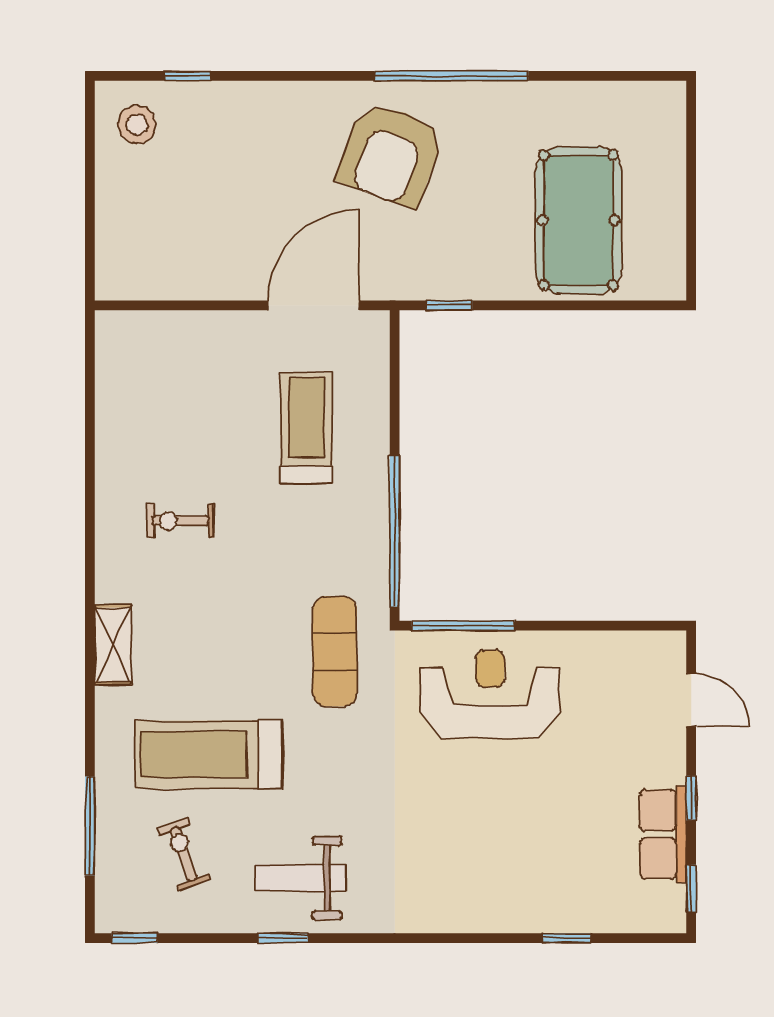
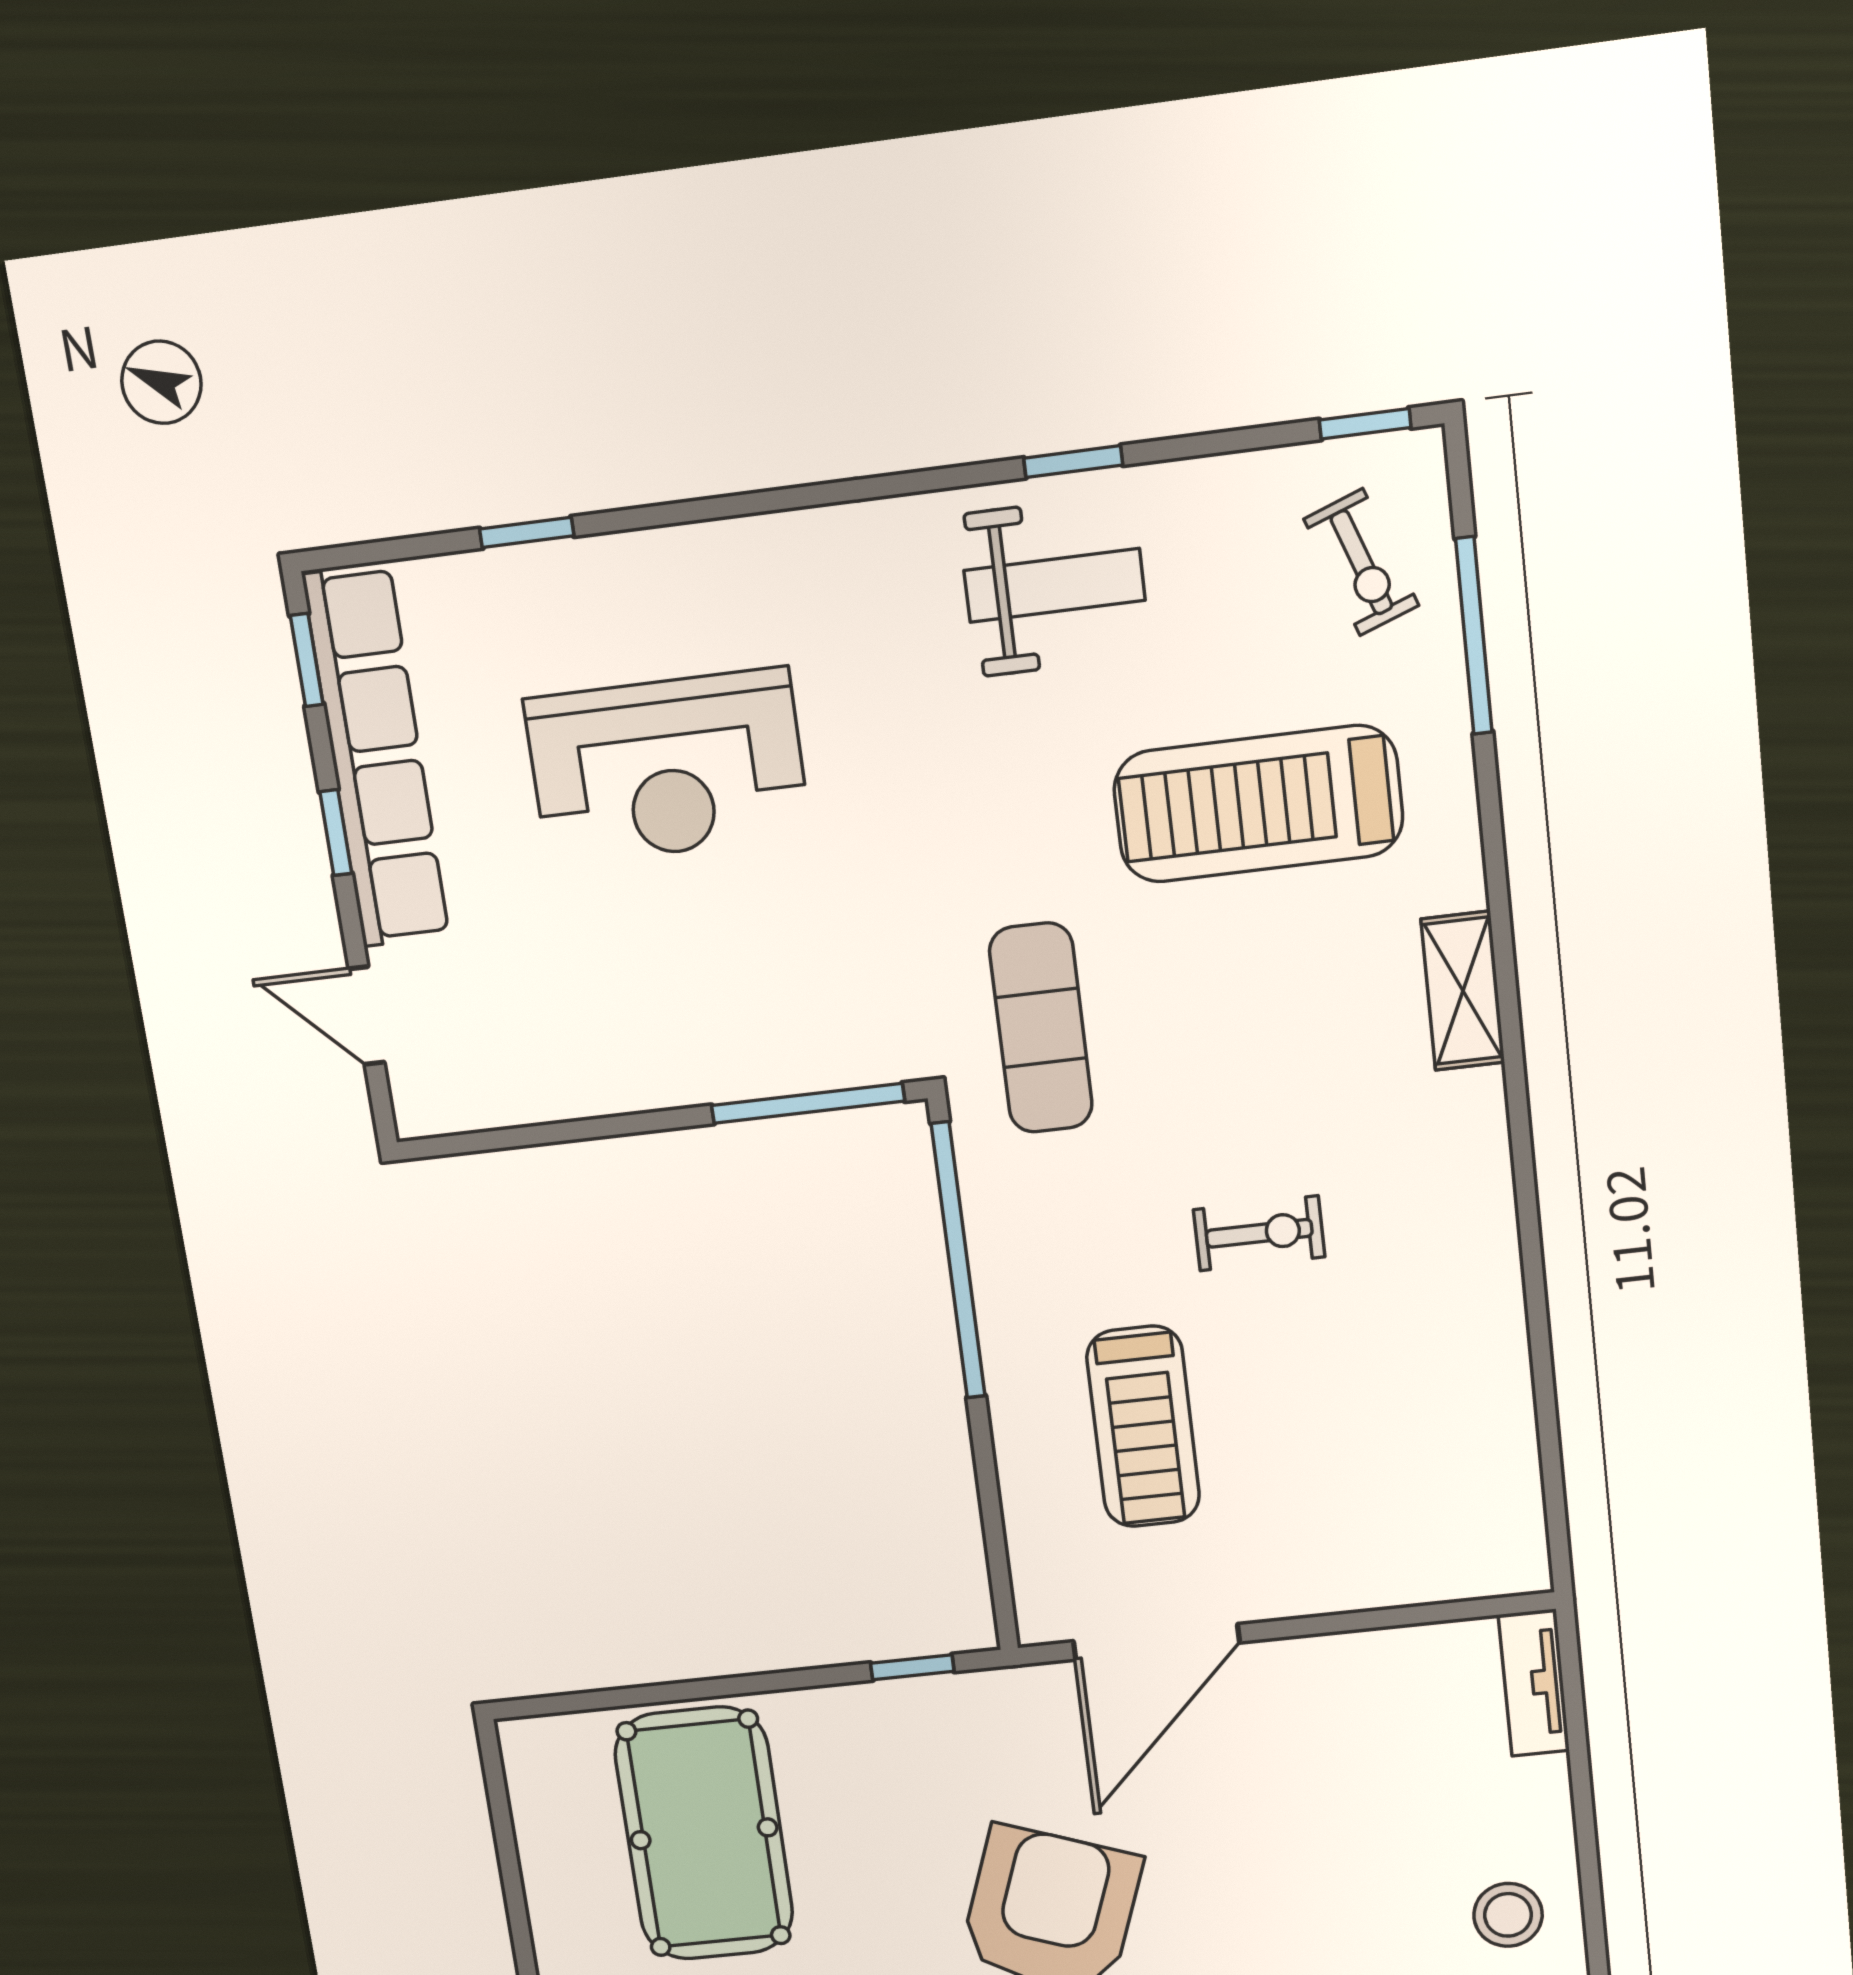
tv unit: (110, 259) -> (1534, 1683), added
exercise bike: (181, 521) -> (1259, 1233), moved
reception desk: (490, 694) -> (667, 767), moved
treadmill: (208, 755) -> (1258, 804), turned 180
row of seats: (663, 834) -> (376, 757), width x2.02
exercise bike: (184, 854) -> (1361, 562), moved

